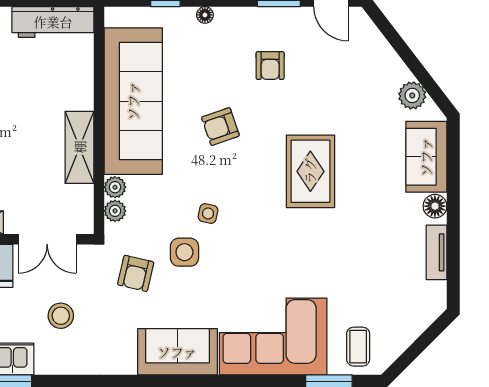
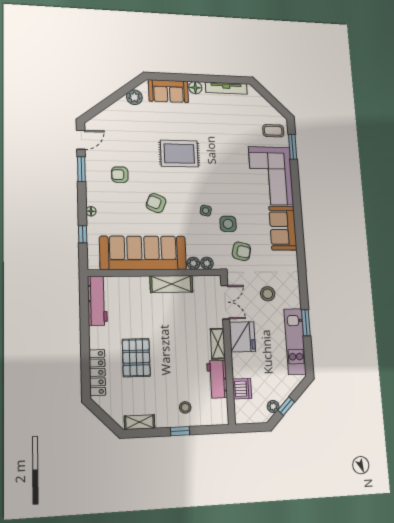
armchair: (270, 66) -> (120, 175), turned 180
armchair: (220, 127) -> (156, 203), turned 132
tv unit: (436, 252) -> (226, 88), width x1.41

